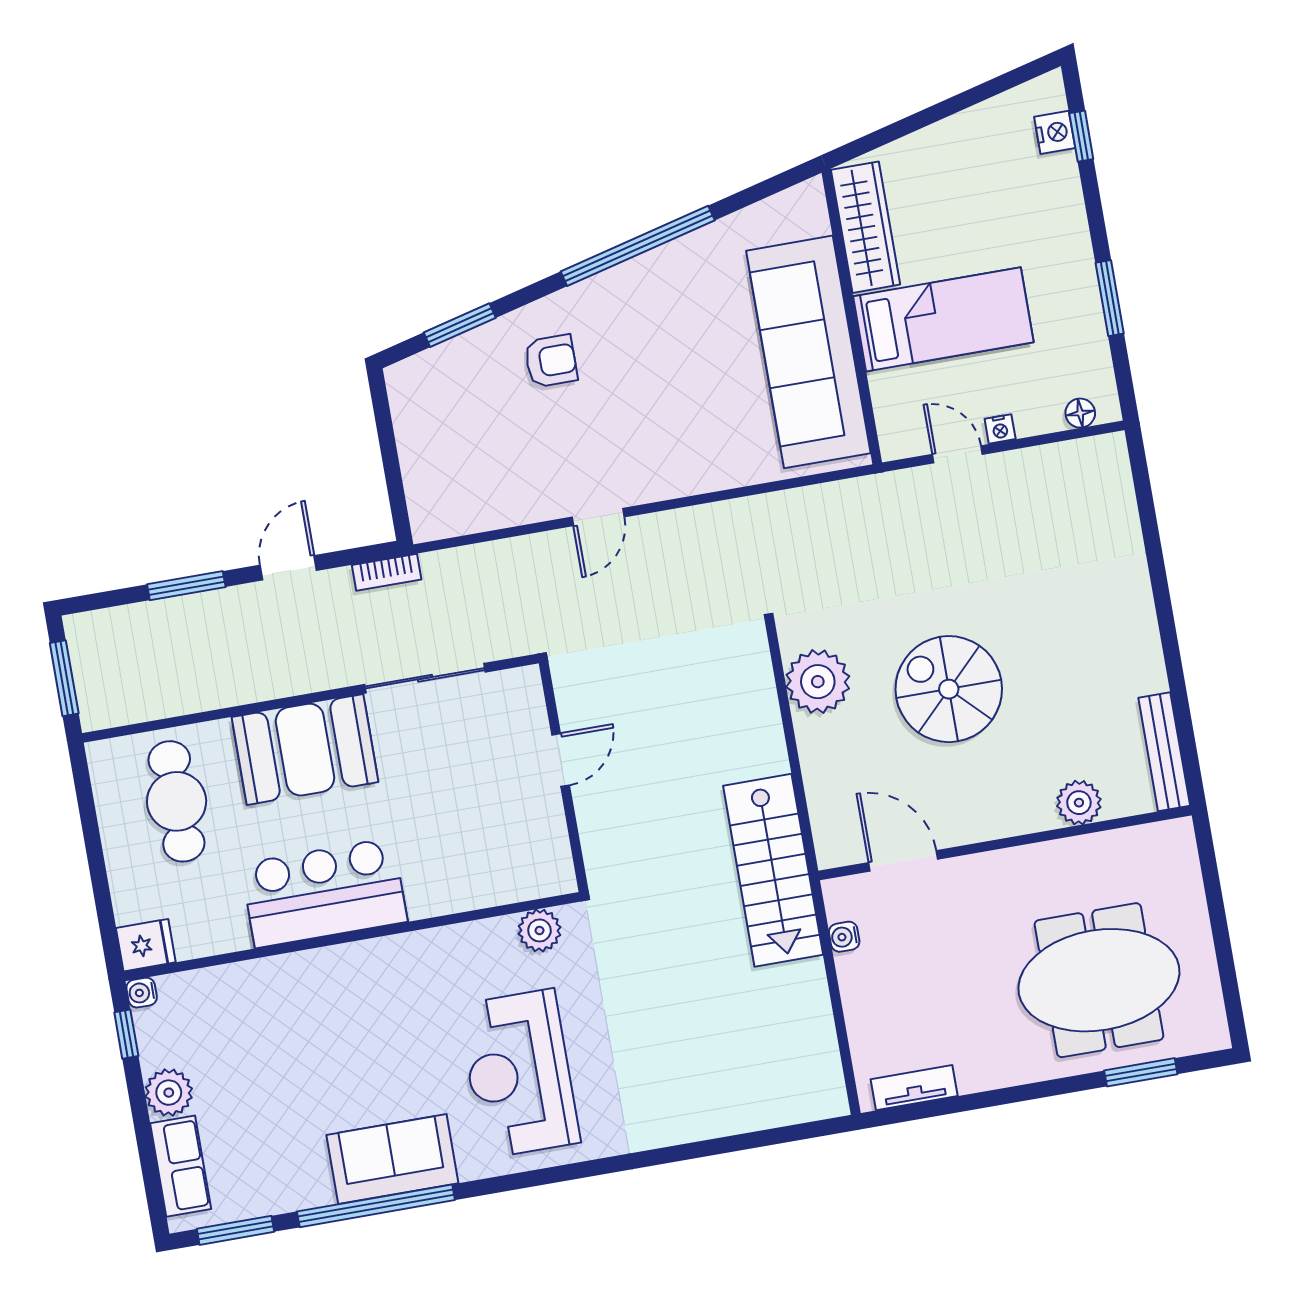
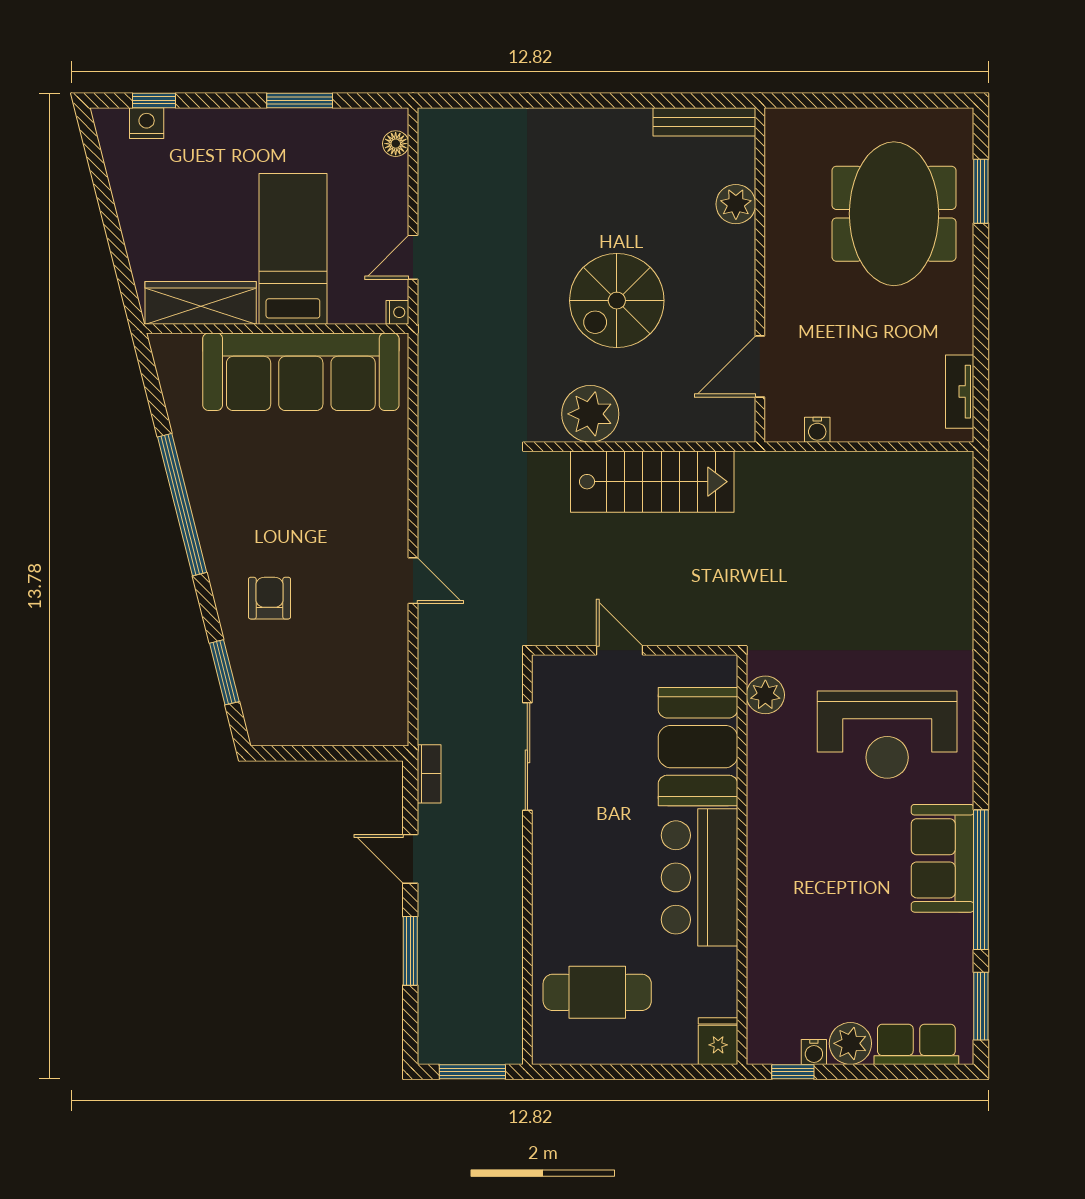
nightstand: (1000, 429) -> (397, 312), moved
booth: (305, 750) -> (698, 747), moved
stairs: (773, 870) -> (652, 482), moved
water cooler: (142, 993) -> (814, 1052), moved

